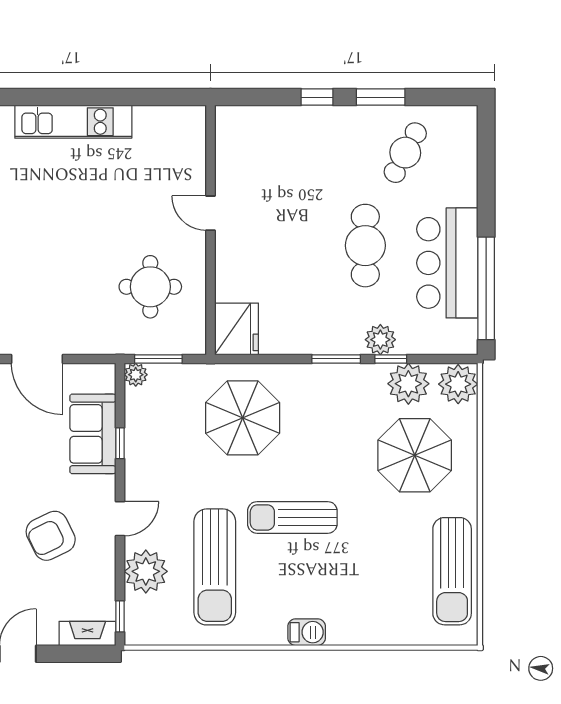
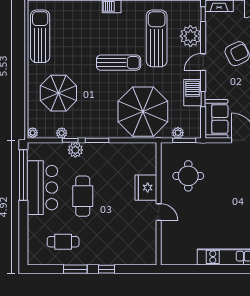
cafe table: (405, 153) -> (63, 242), turned 62
fridge: (236, 329) -> (146, 188), moved
plant: (136, 375) -> (178, 133), moved
plant: (408, 384) -> (62, 133), width x0.53, depth x0.53
plant: (458, 384) -> (33, 133), width x0.53, depth x0.53
parasol: (243, 418) -> (143, 112), width x1.36, depth x1.36
sofa: (93, 434) -> (216, 119), moved
barbecue: (142, 456) -> (193, 93), added

